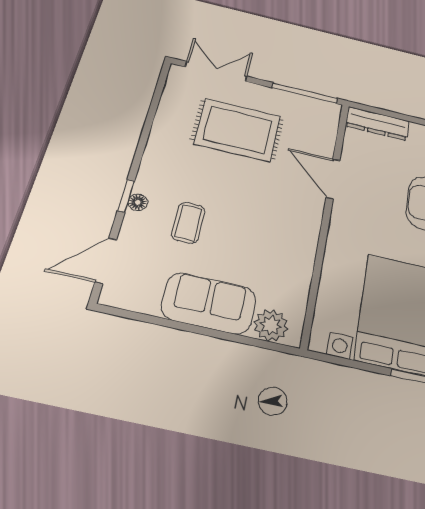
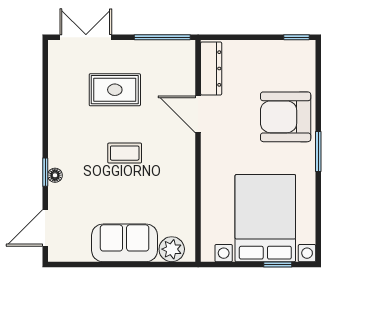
dresser: (377, 124) -> (211, 69), moved, turned -90
rug: (238, 130) -> (115, 90), width x0.73, depth x0.70
coffee table: (188, 223) -> (125, 153), moved, turned 90

